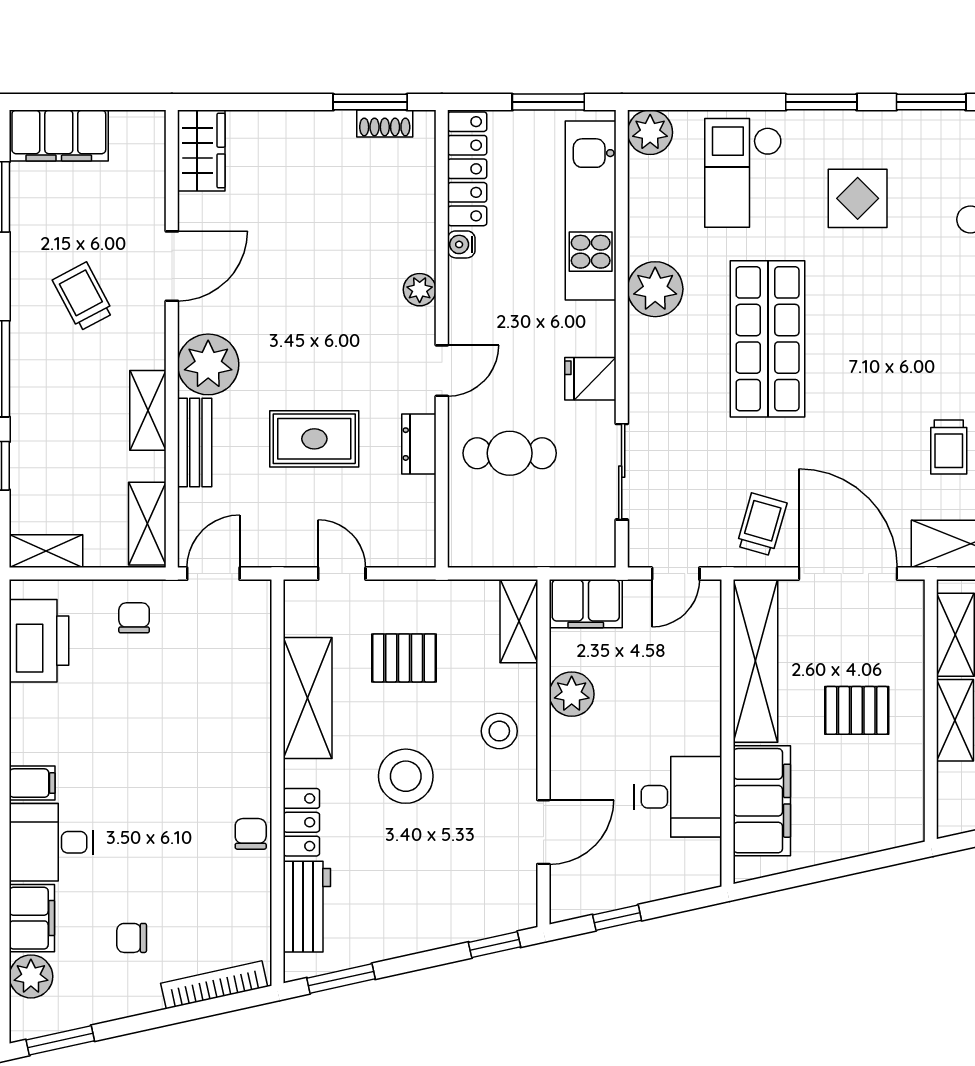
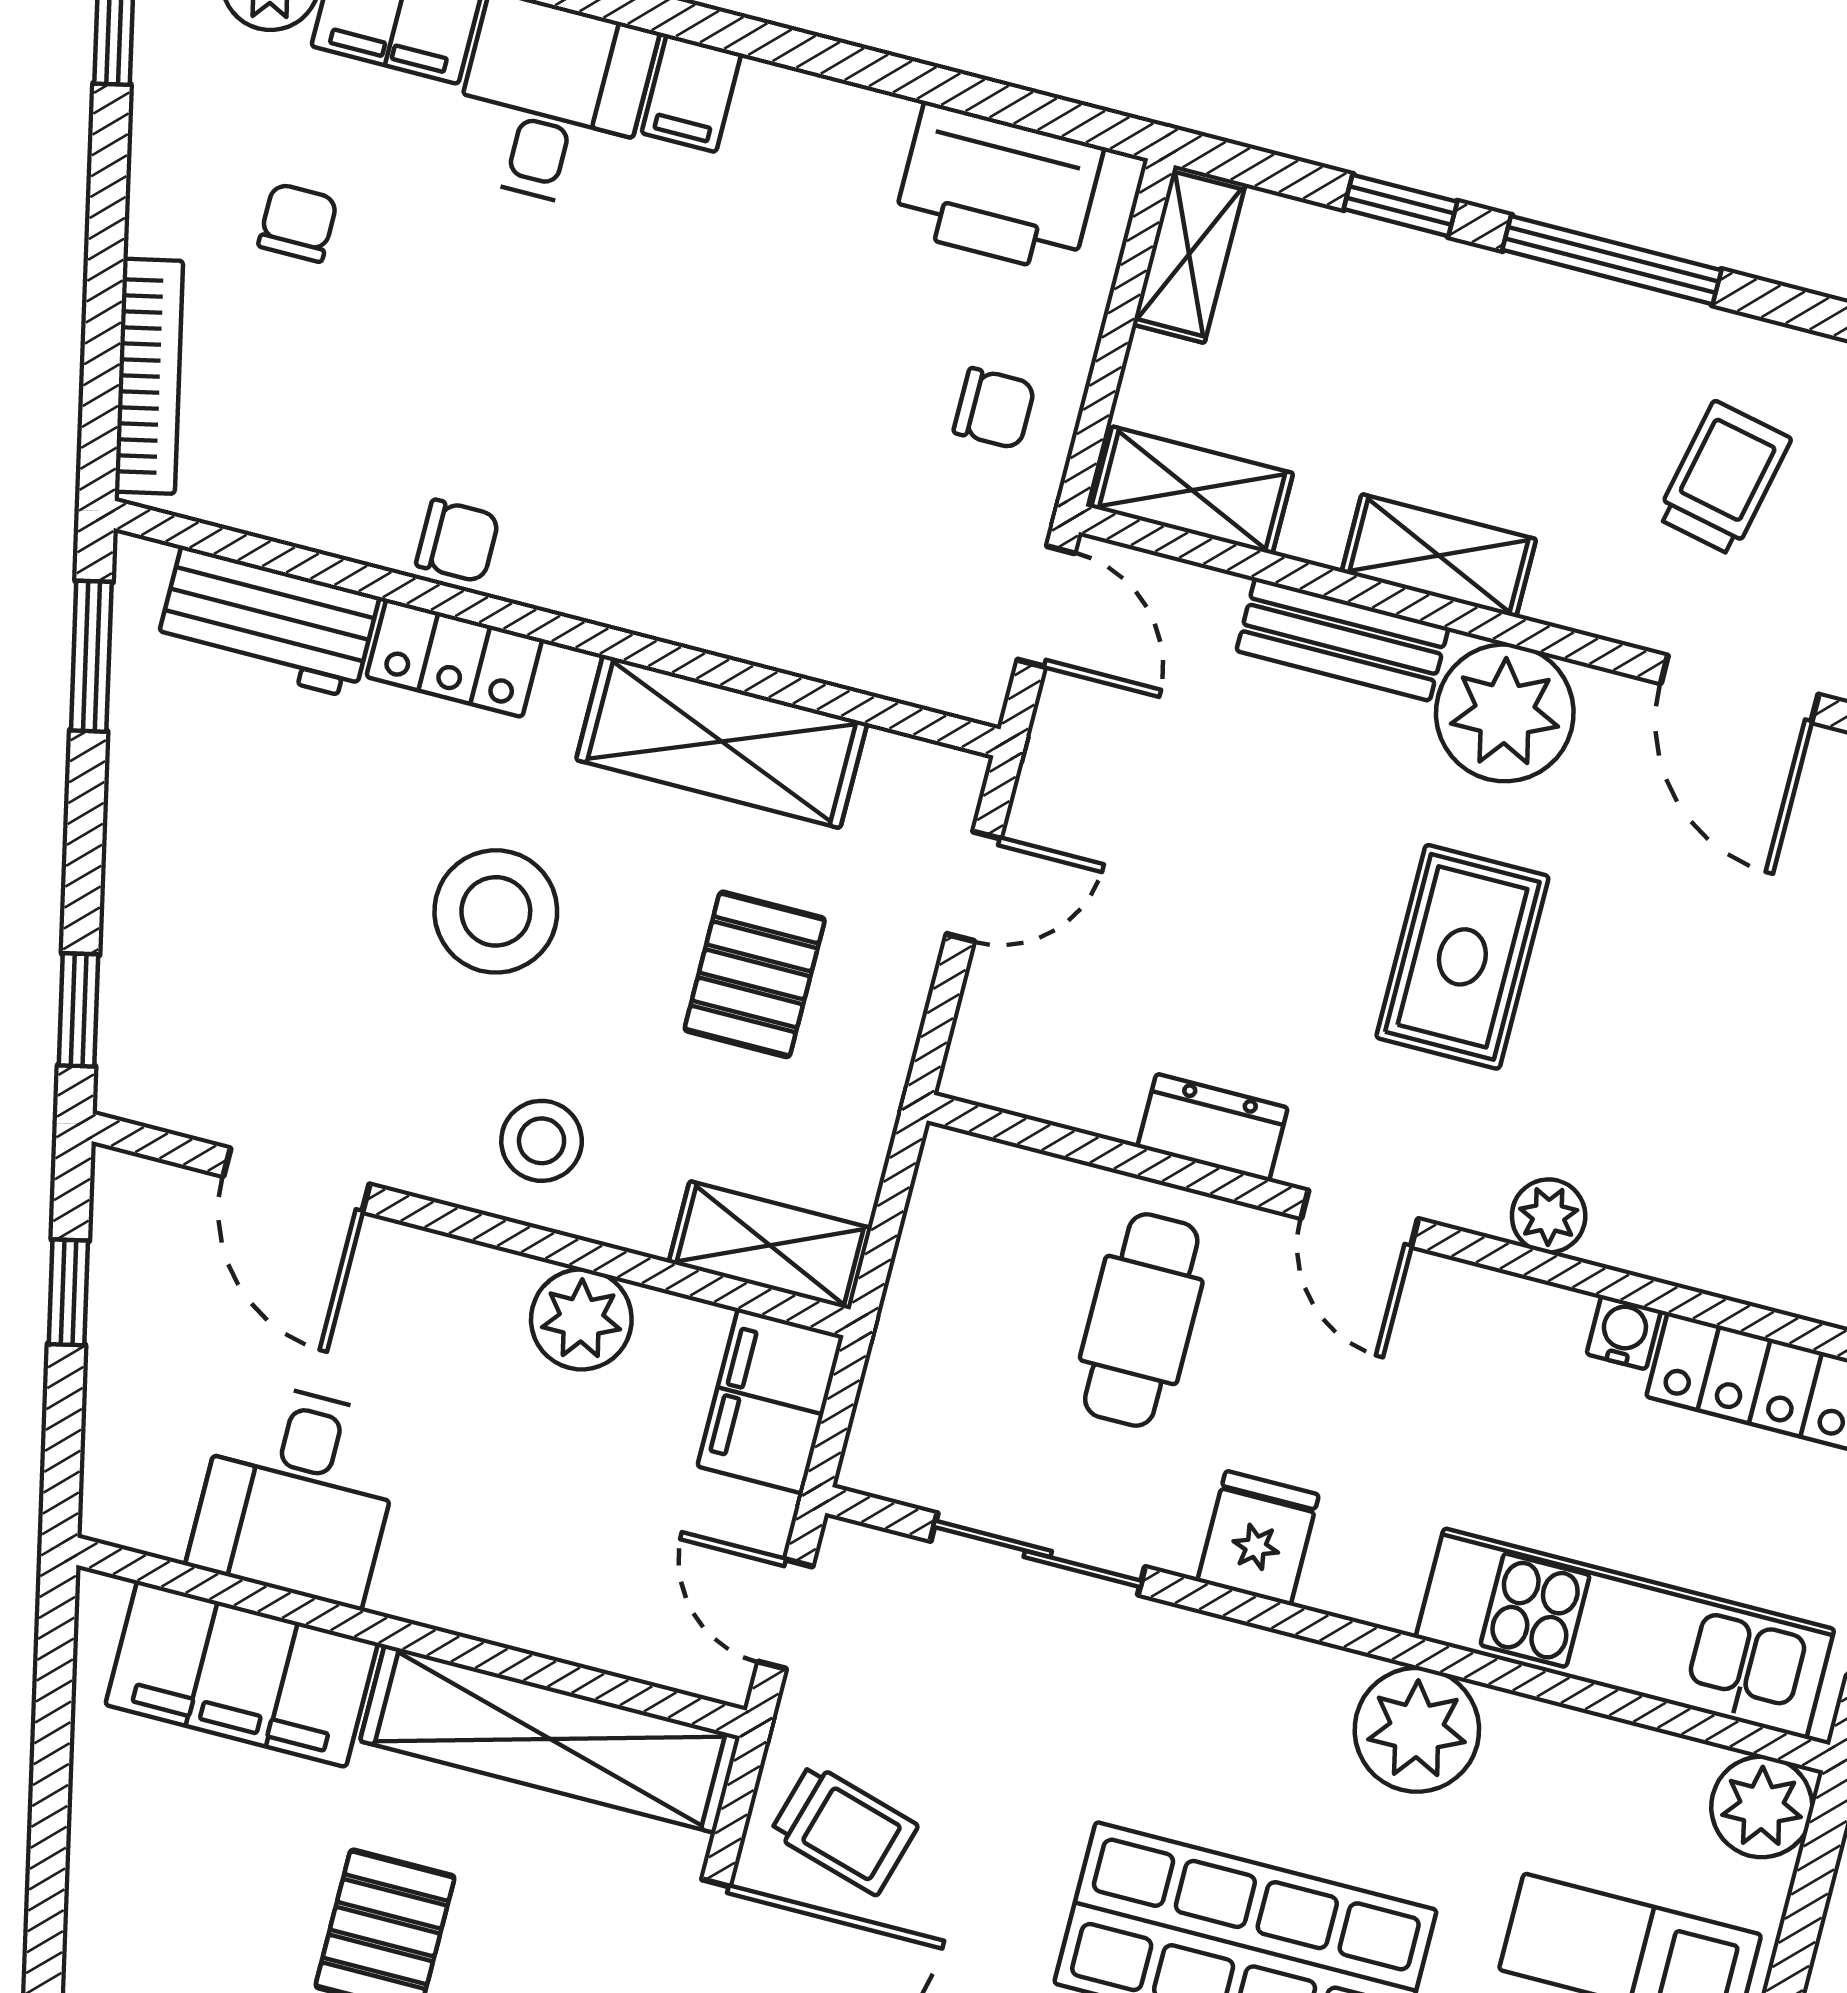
trolley: (83, 296) -> (1724, 478), turned -50
rug: (314, 439) -> (1462, 957), moved

